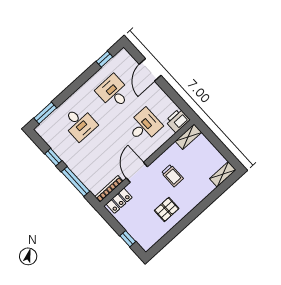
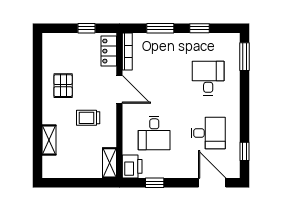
door: (150, 70) -> (212, 183), moved
window: (175, 97) -> (155, 183), added
desk: (79, 123) -> (208, 78), turned 90
shelving: (223, 174) -> (49, 140), moved
window: (76, 182) -> (160, 28), width x0.69
window: (128, 239) -> (87, 28), moved

